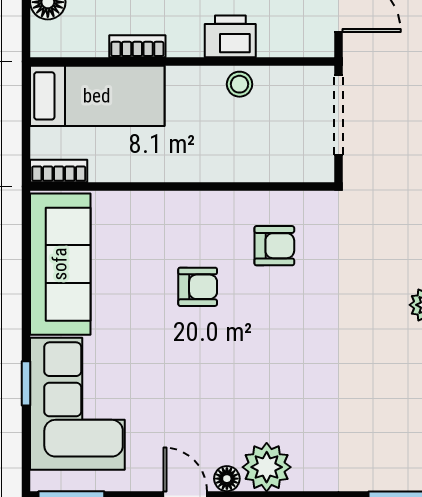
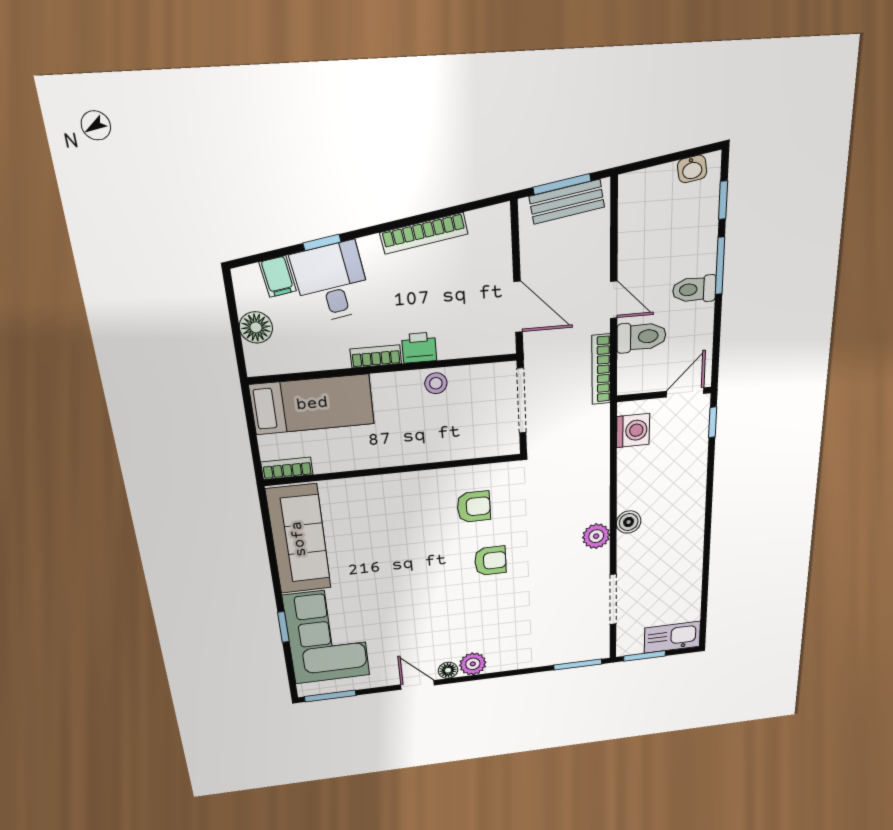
printer: (230, 36) -> (419, 348), width x0.73, depth x0.81
bookcase: (137, 46) -> (376, 356), moved
armchair: (198, 287) -> (490, 561), moved
plant: (267, 467) -> (473, 664), width x0.73, depth x0.73

